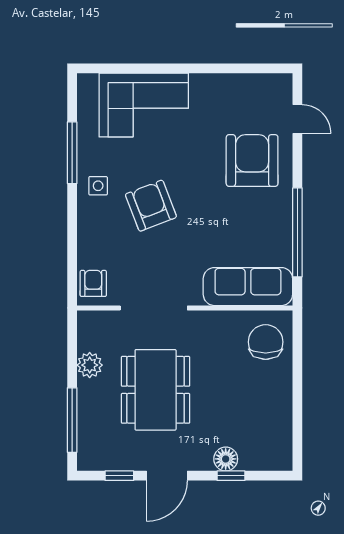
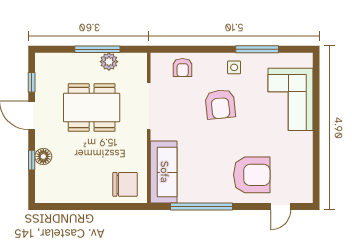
armchair: (151, 206) -> (220, 104), turned 105
armchair: (93, 283) -> (183, 68), moved, turned 90
window: (72, 420) -> (97, 49), moved

